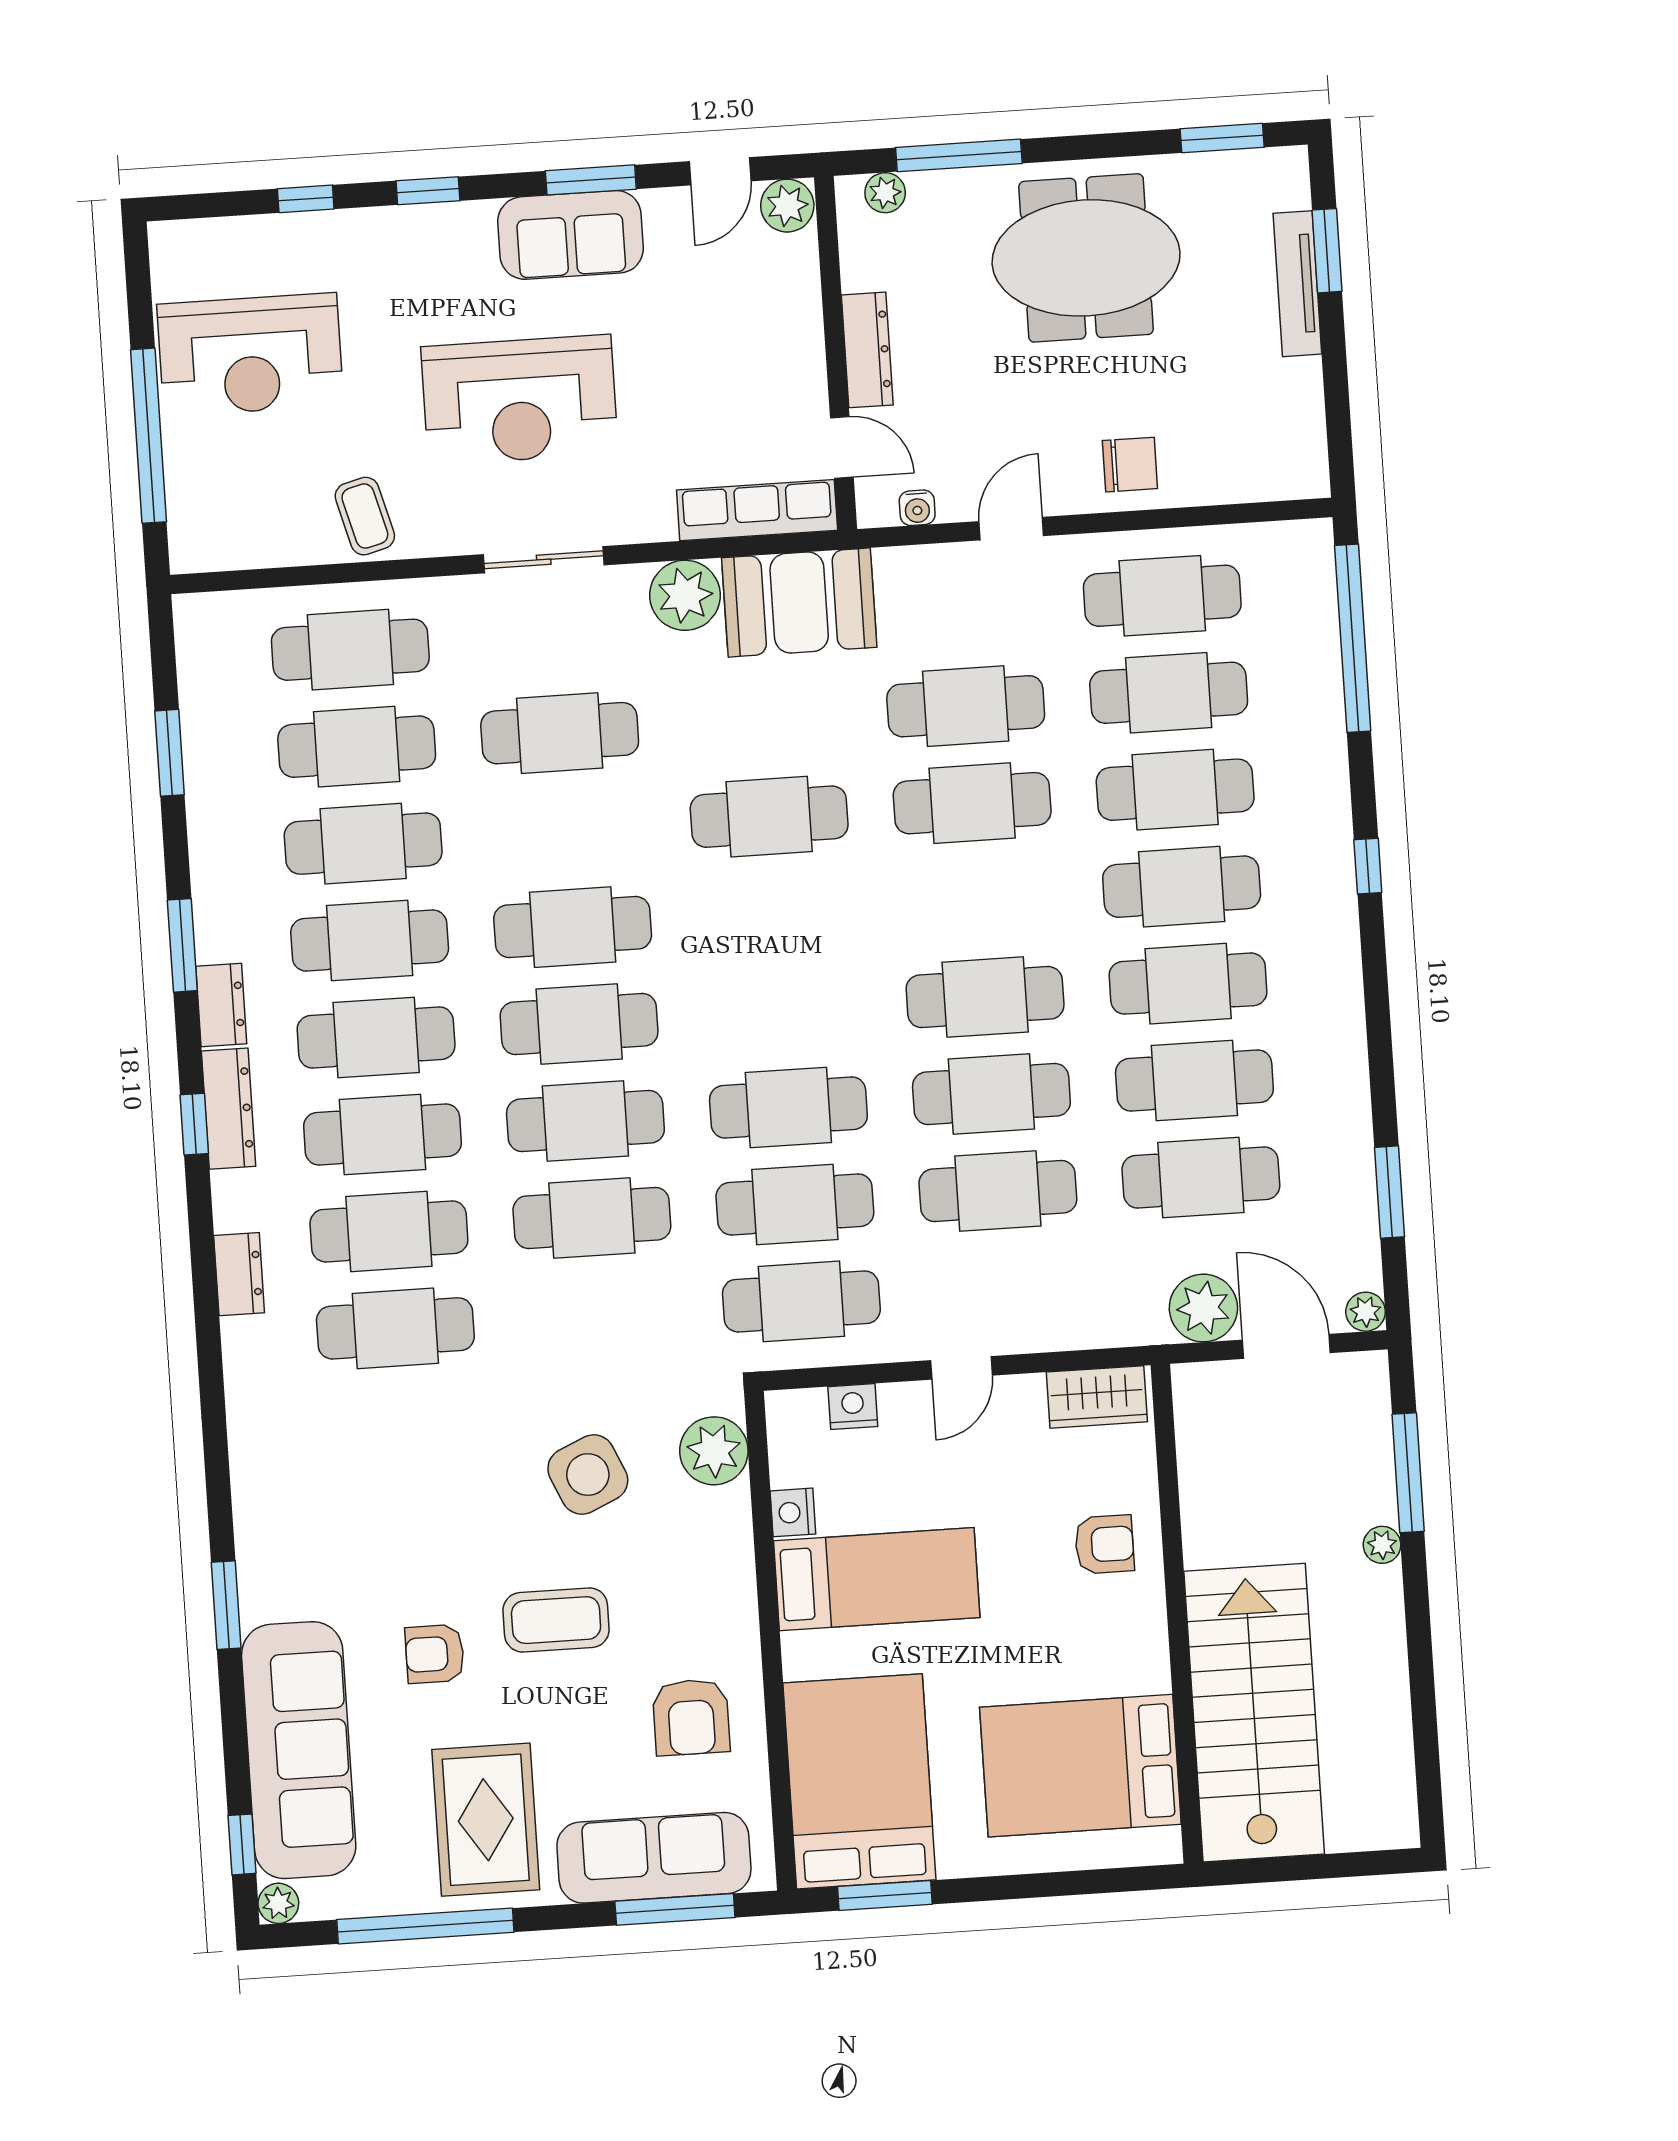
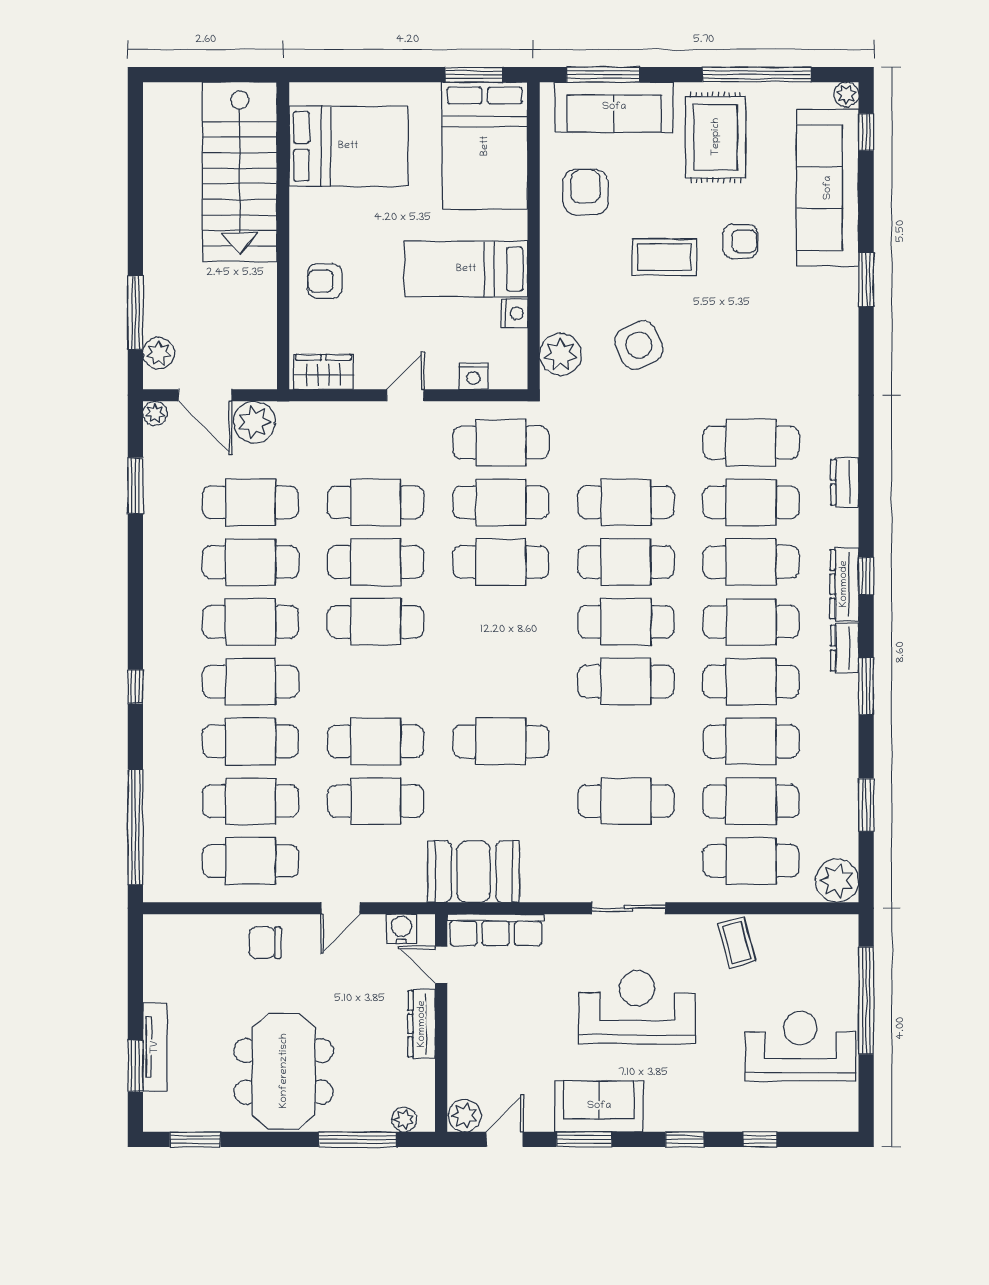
meeting table: (1086, 258) -> (284, 1071), turned 90
water cooler: (917, 508) -> (401, 929), width x1.38, depth x1.38
plant: (685, 595) -> (837, 881), moved
plant: (1382, 1545) -> (159, 353), moved, width x1.38, depth x1.38

